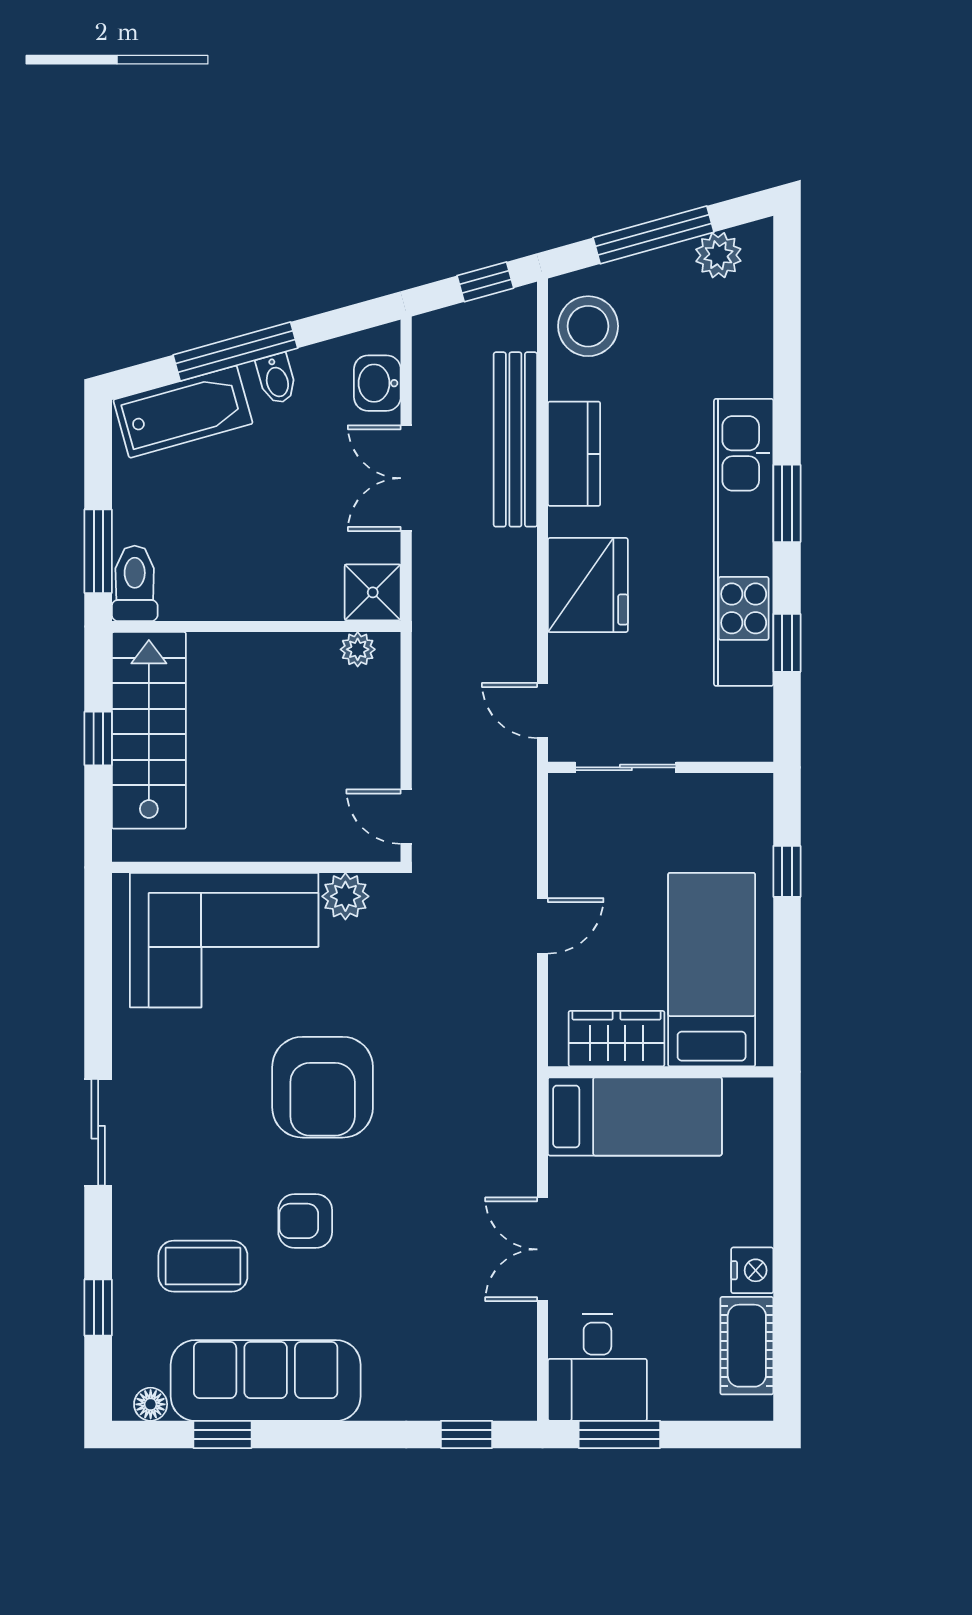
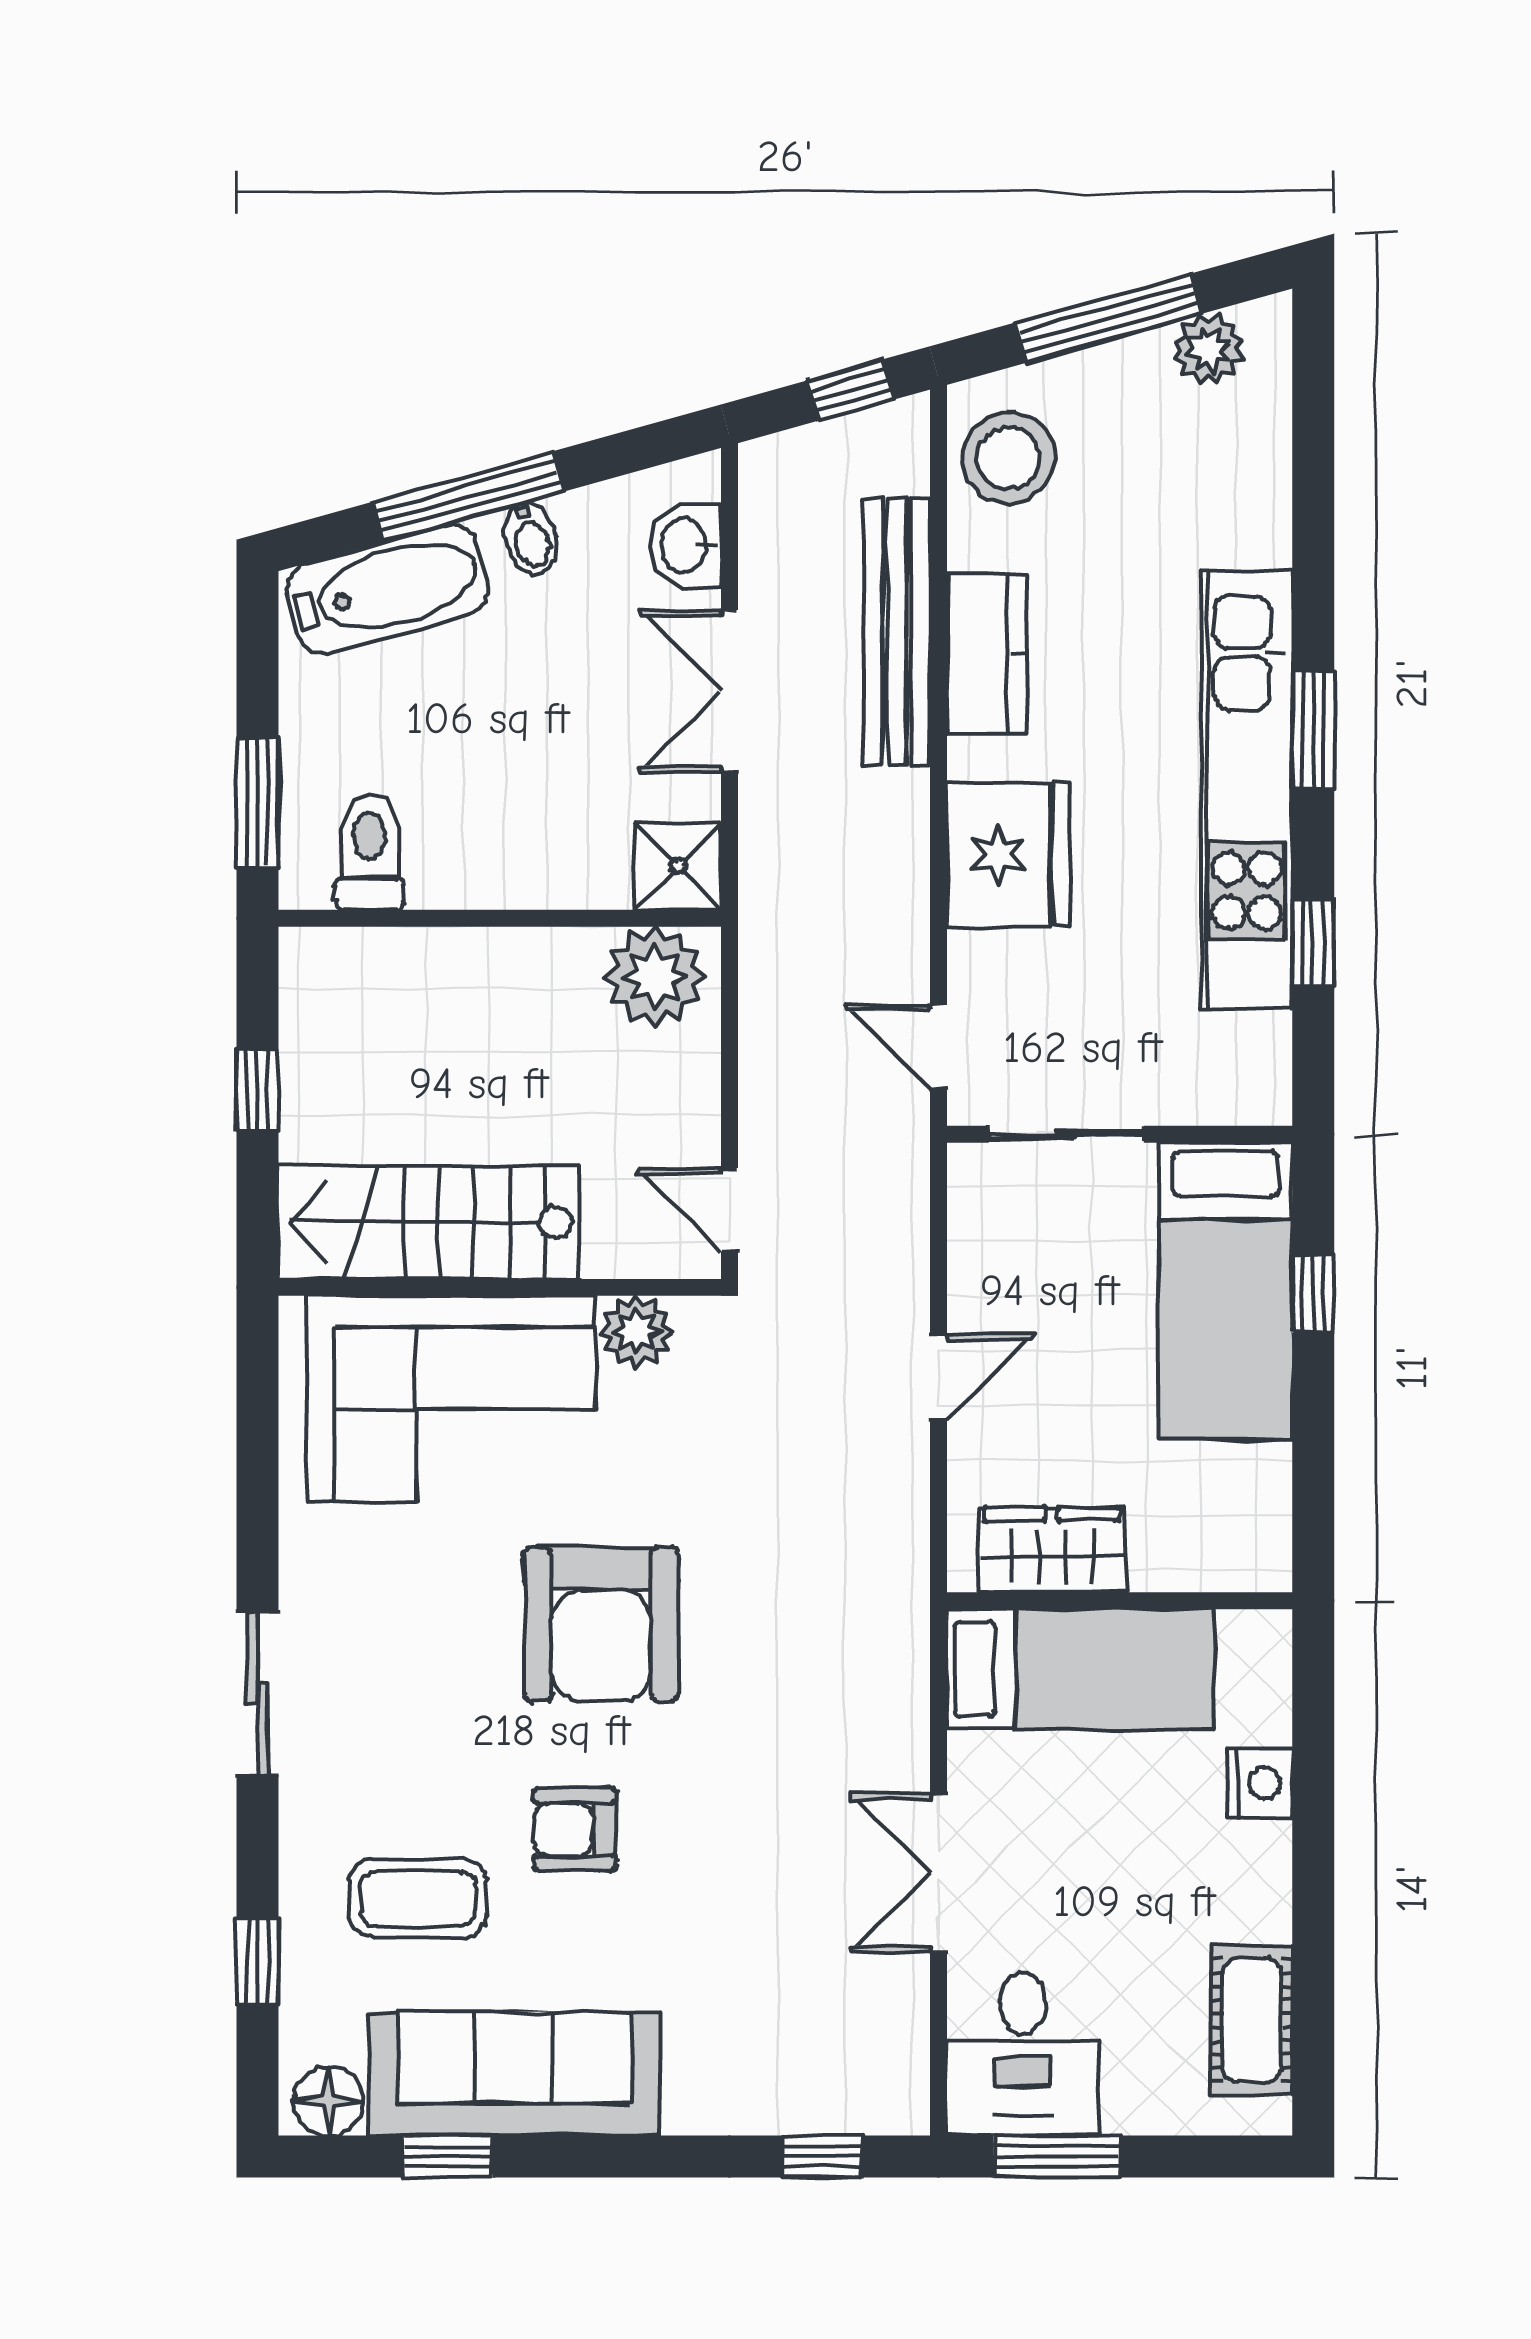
toilet: (135, 583) -> (370, 852), moved
plant: (358, 649) -> (655, 977), width x1.87, depth x1.87
stairs: (149, 730) -> (429, 1222), moved, turned -90
bed: (712, 970) -> (1226, 1291), moved, turned 180
nightstand: (752, 1270) -> (1260, 1783), moved
floor lamp: (151, 1404) -> (328, 2101), width x1.37, depth x1.37

